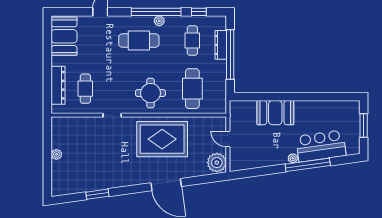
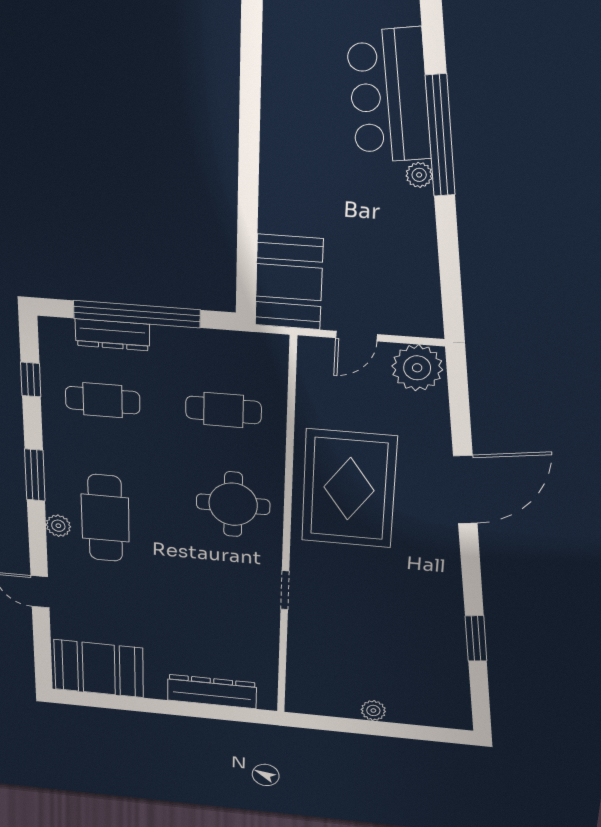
window: (156, 12) -> (35, 475), width x0.47
plant: (159, 21) -> (58, 526), moved
cafe table: (85, 89) -> (220, 639), removed
cafe table: (192, 89) -> (223, 410), width x0.73, depth x0.74
booth: (275, 113) -> (289, 282), moved

